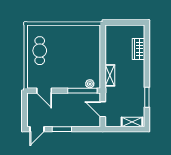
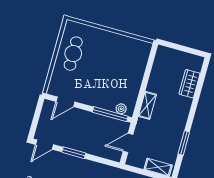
door: (44, 91) -> (65, 102), hinge flipped
door: (103, 109) -> (128, 143), hinge flipped

